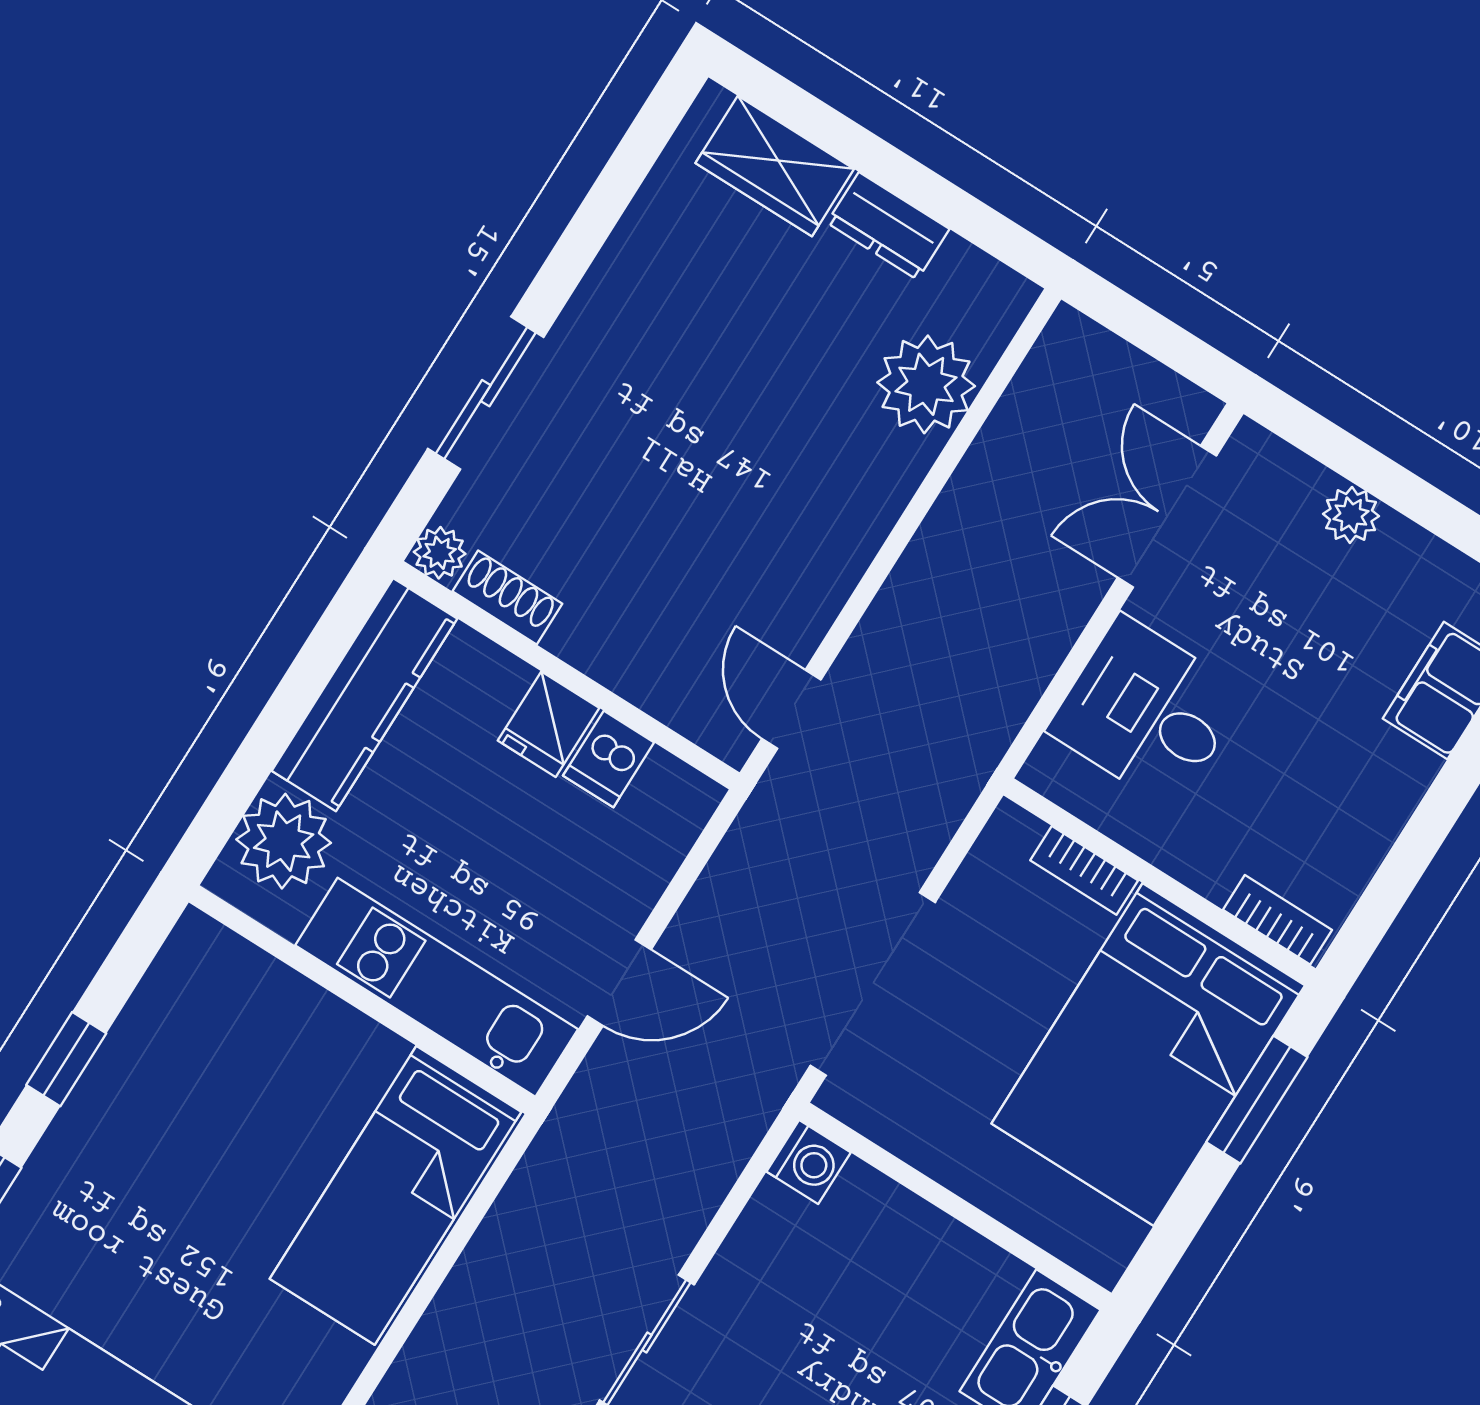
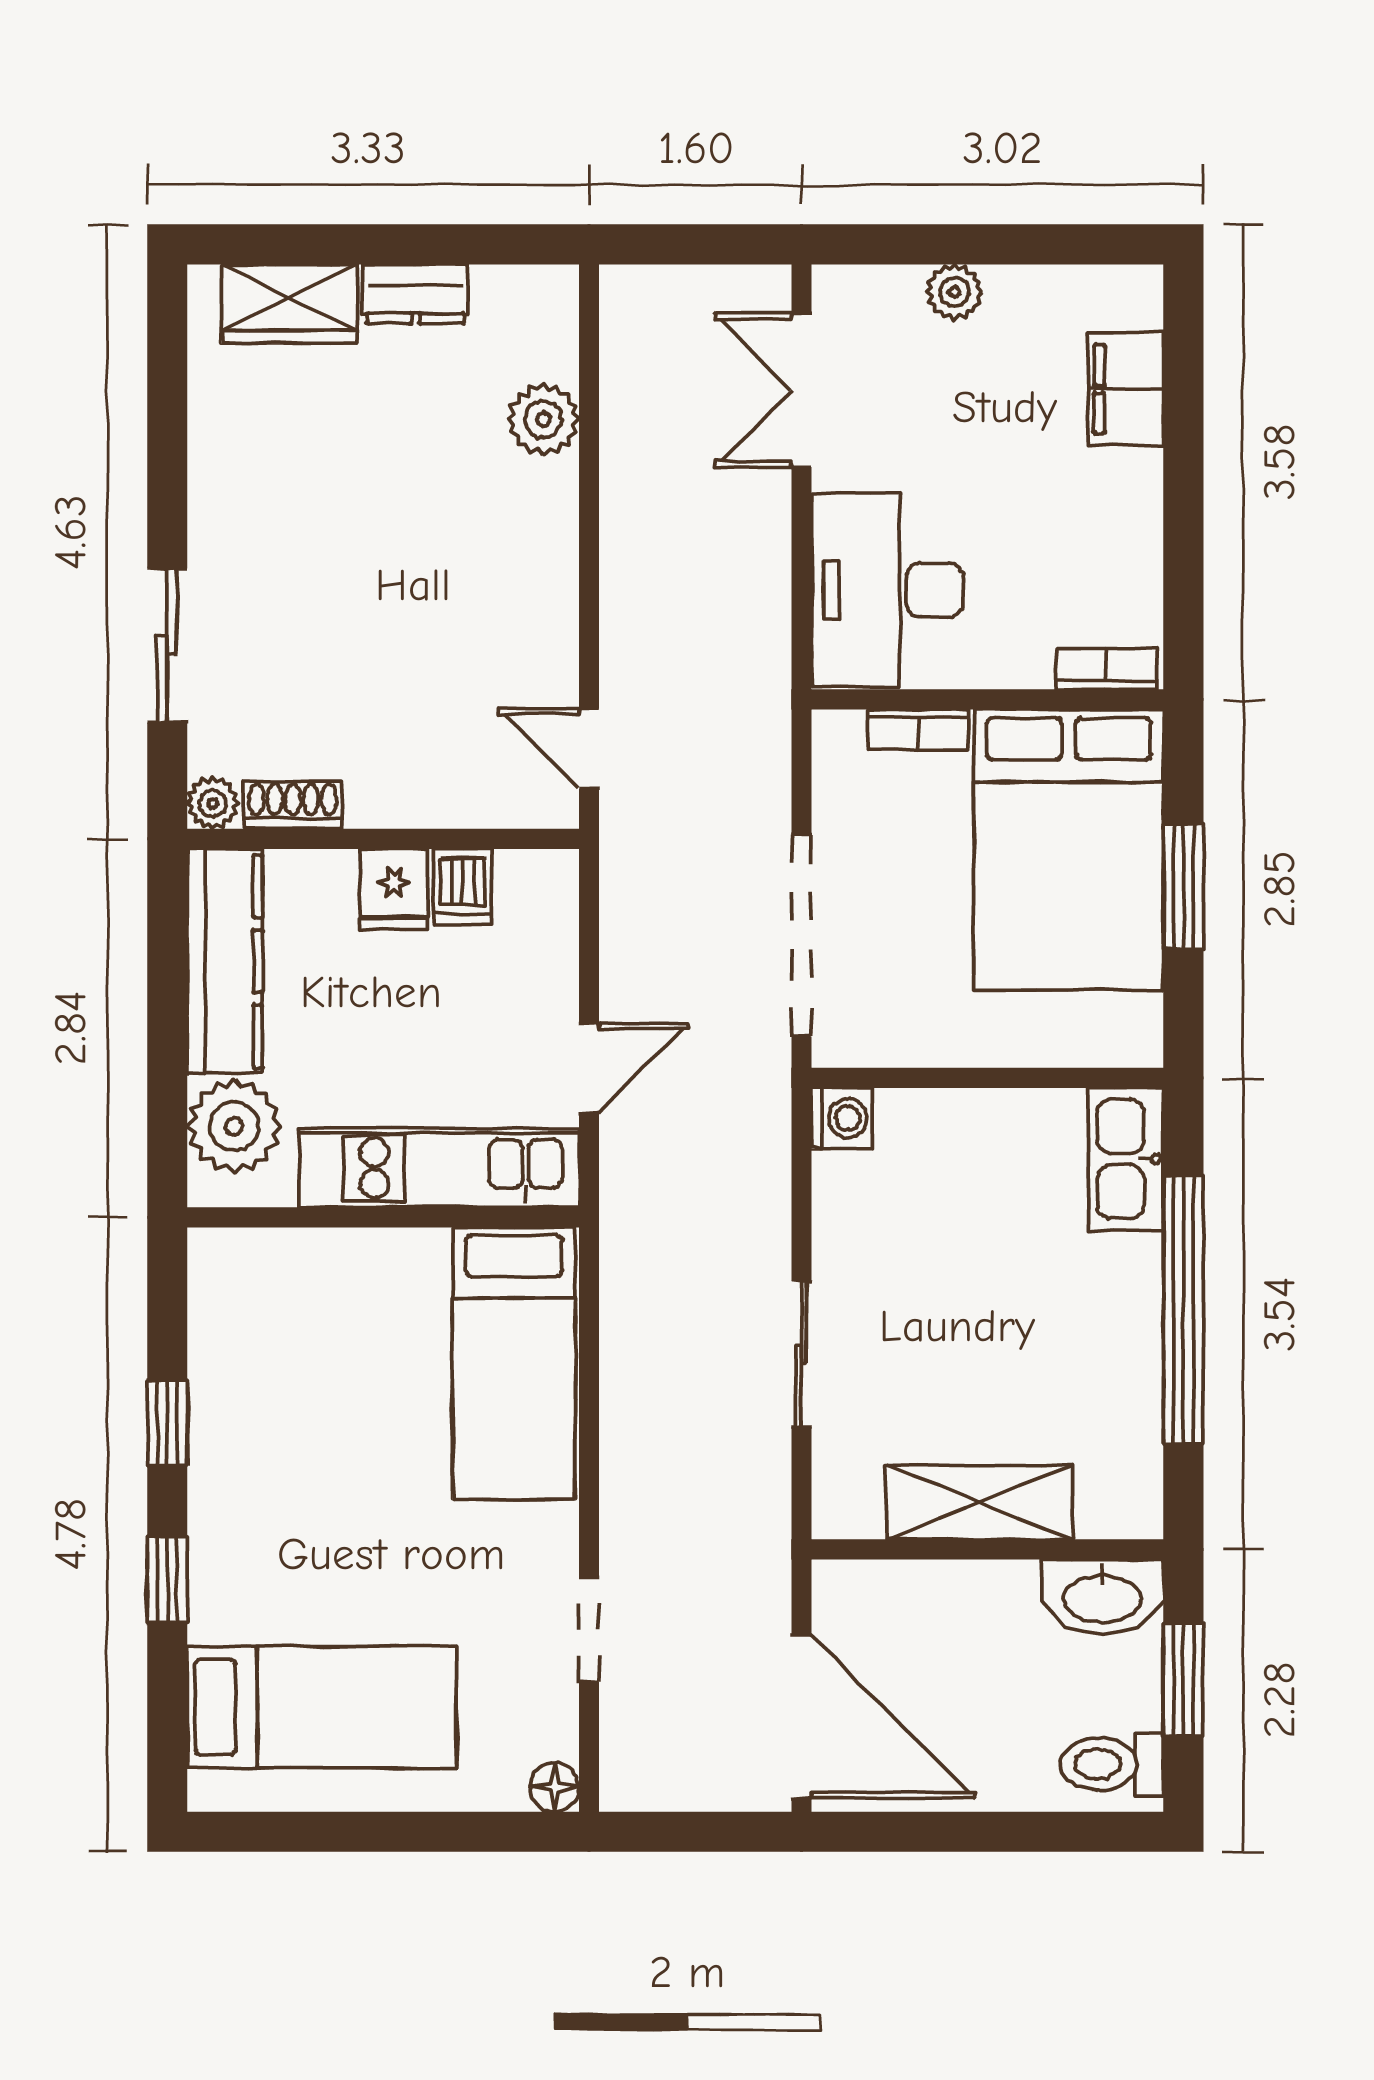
plant: (926, 384) -> (543, 419), width x0.73, depth x0.73
desk: (1147, 712) -> (888, 590), width x1.37
window: (1257, 1100) -> (1183, 887), moved

